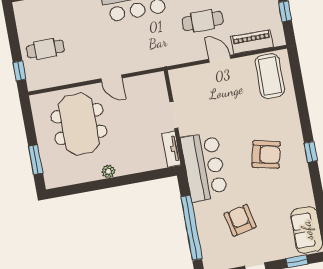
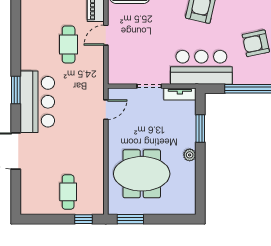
door: (111, 78) -> (106, 110), moved
window: (36, 160) -> (130, 219), moved
window: (139, 178) -> (200, 128), added

